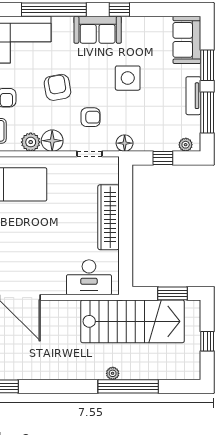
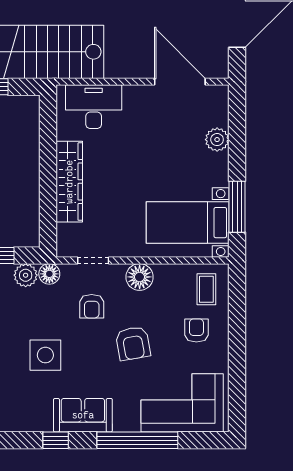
armchair: (91, 117) -> (92, 306), turned -90
plant: (31, 142) -> (26, 275), moved

